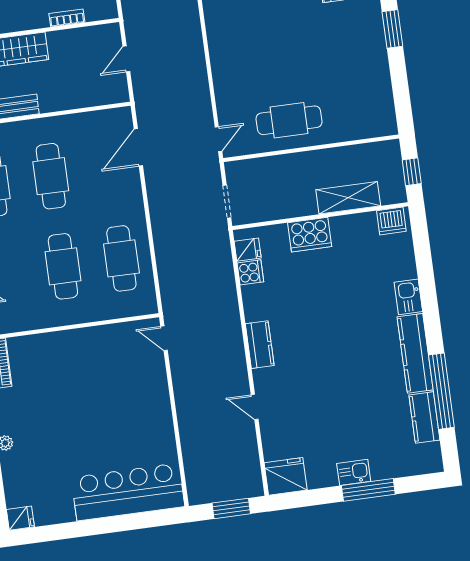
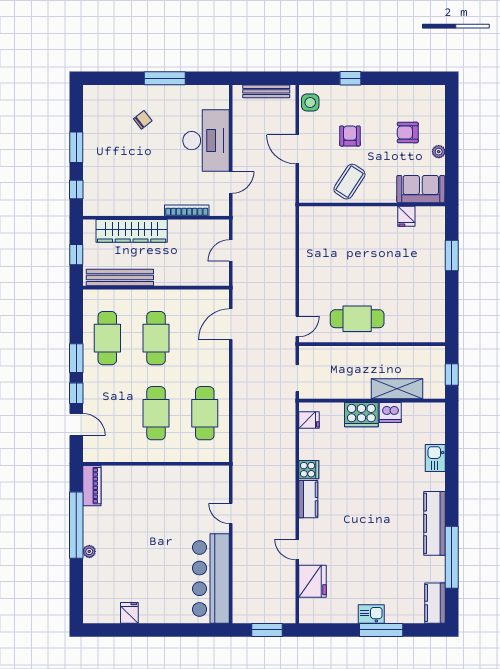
bookcase: (67, 18) -> (187, 210), width x1.56
dishwasher: (391, 221) -> (390, 412), moved
cooker: (250, 272) -> (309, 470), moved
kitchen sink: (408, 297) -> (435, 458), moved
door: (164, 338) -> (231, 513), moved
kitchen counter: (424, 417) -> (435, 603), moved
fridge: (286, 476) -> (313, 581), moved, turned 90
bar counter: (128, 492) -> (211, 578), moved, turned -90
fridge: (20, 518) -> (129, 613), moved, turned -90

